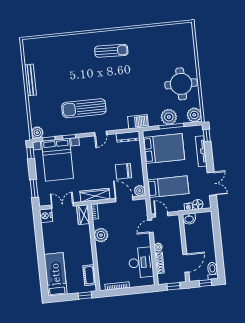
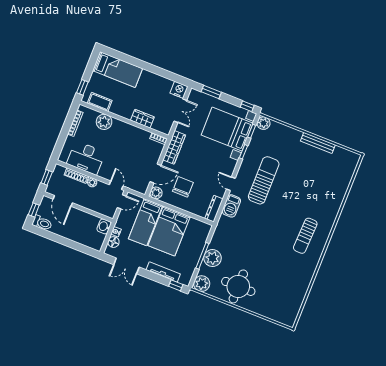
barbecue: (138, 122) -> (231, 206), moved
bed: (164, 148) -> (169, 231), moved
wardrobe: (83, 215) -> (142, 119), moved
plant: (101, 235) -> (104, 122), moved

